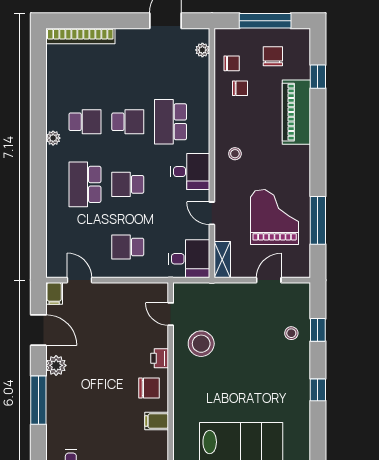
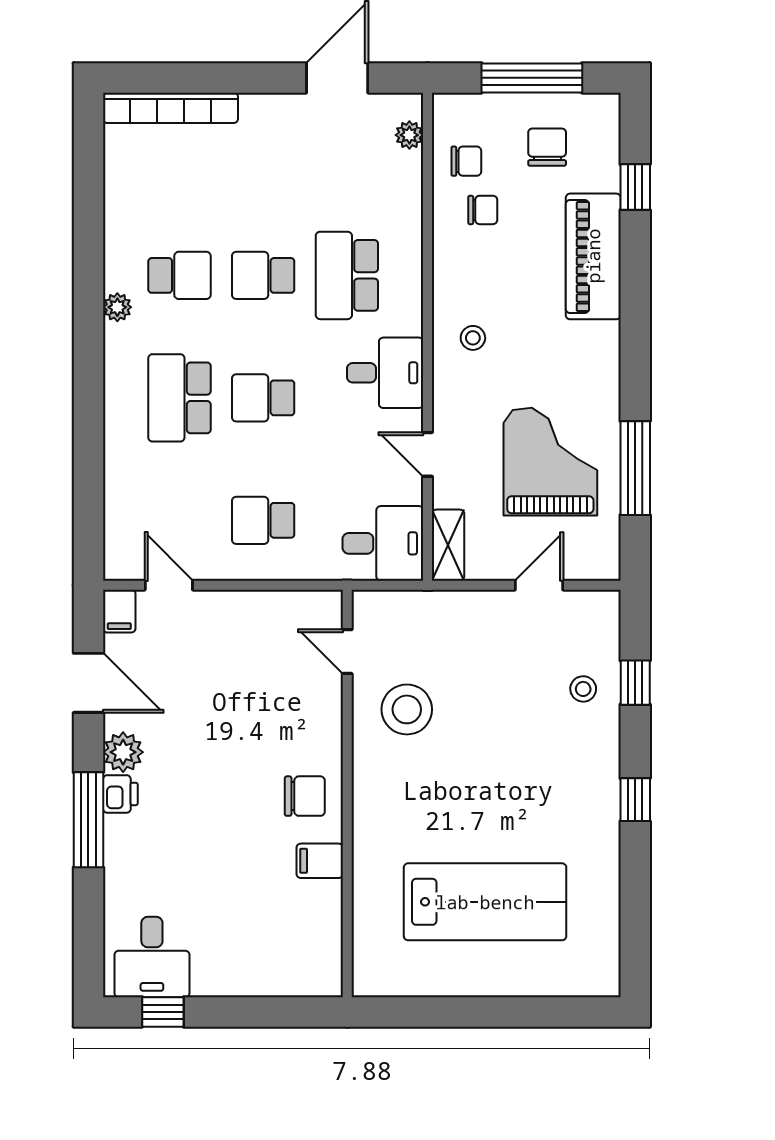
school desk: (128, 122) -> (263, 275), turned 180
printer: (160, 358) -> (120, 794), moved, turned 180

